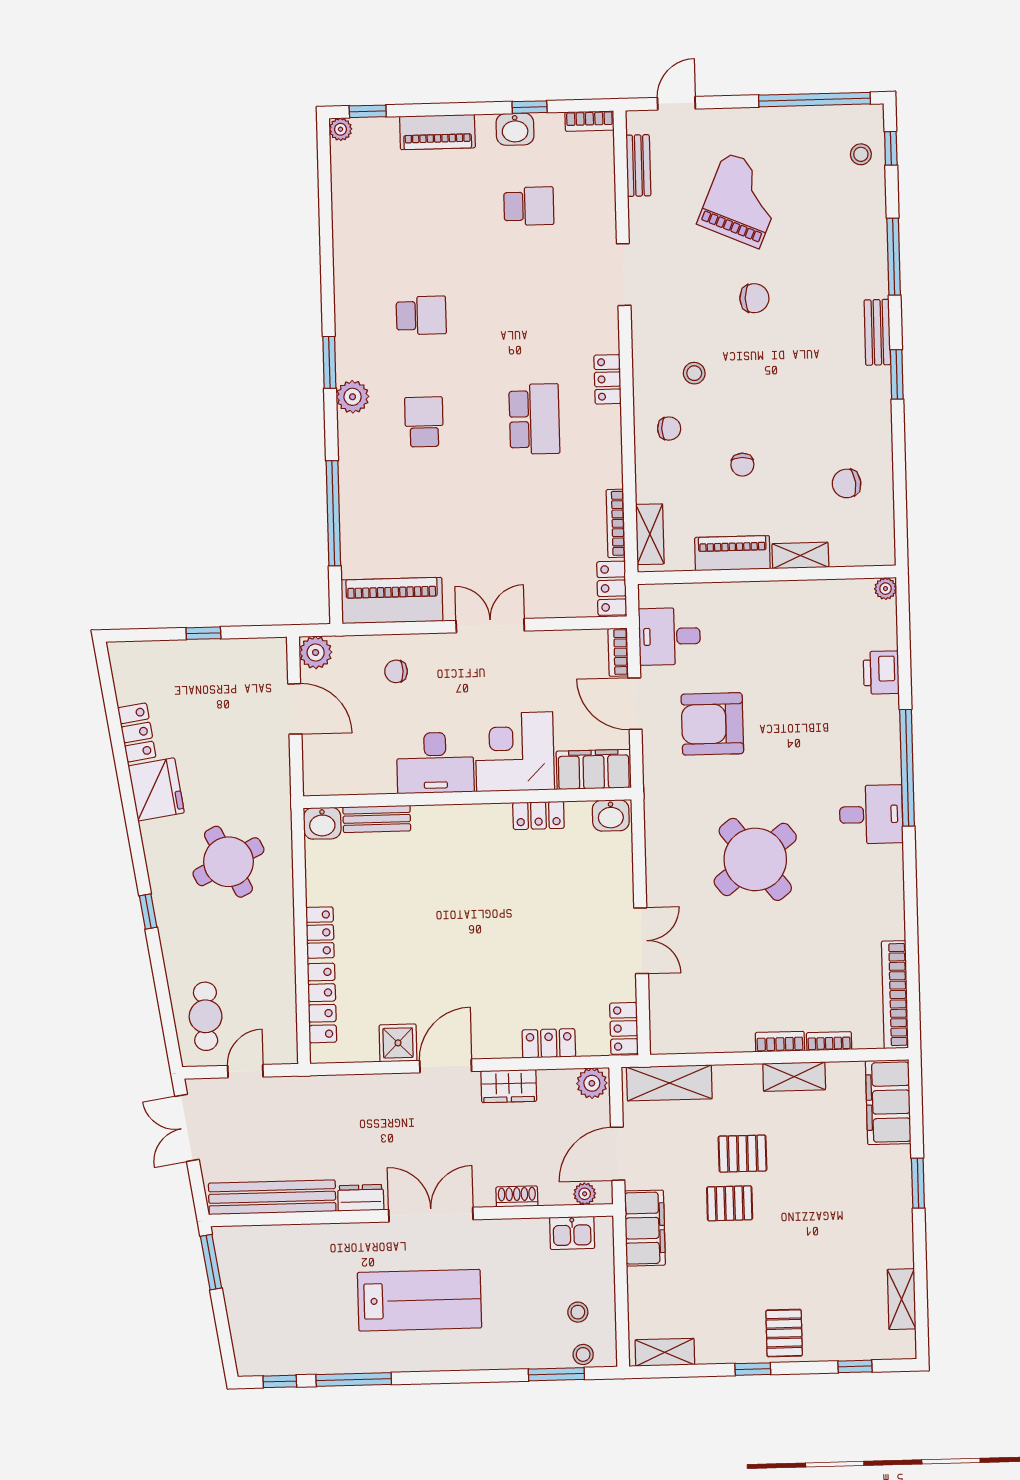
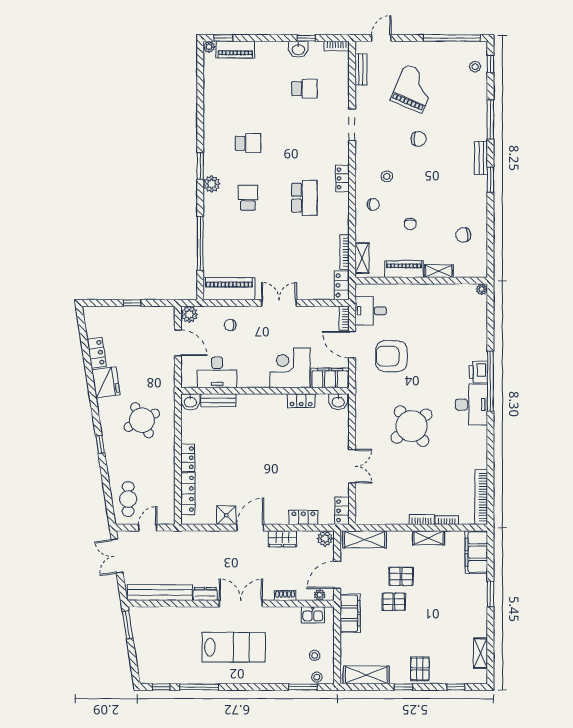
piano: (437, 132) -> (235, 50), moved
printer: (881, 672) -> (478, 372), moved
desk: (435, 763) -> (217, 372), moved
desk: (871, 814) -> (471, 405), width x1.37
shelving: (665, 1352) -> (366, 675), width x1.50, depth x1.33

